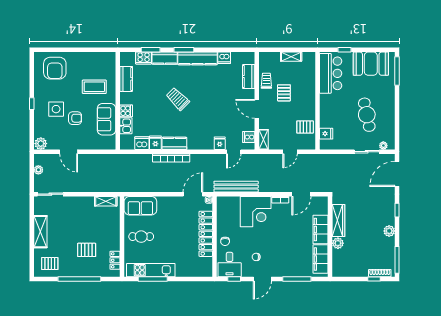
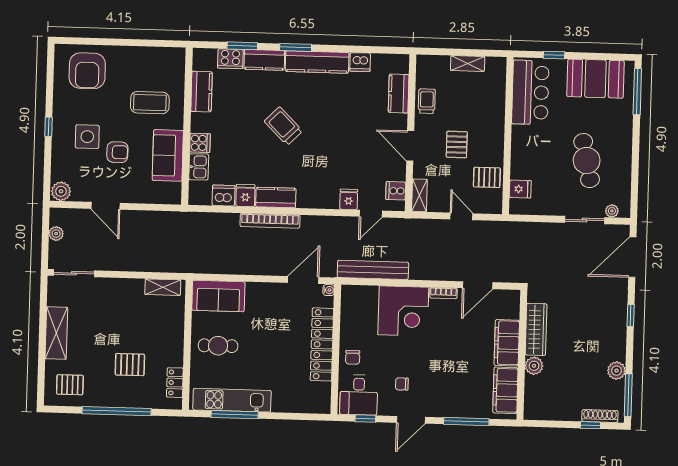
pallet: (284, 93) -> (457, 144), moved
door: (290, 152) -> (461, 216), swing flipped
plant: (389, 231) -> (616, 371), moved

